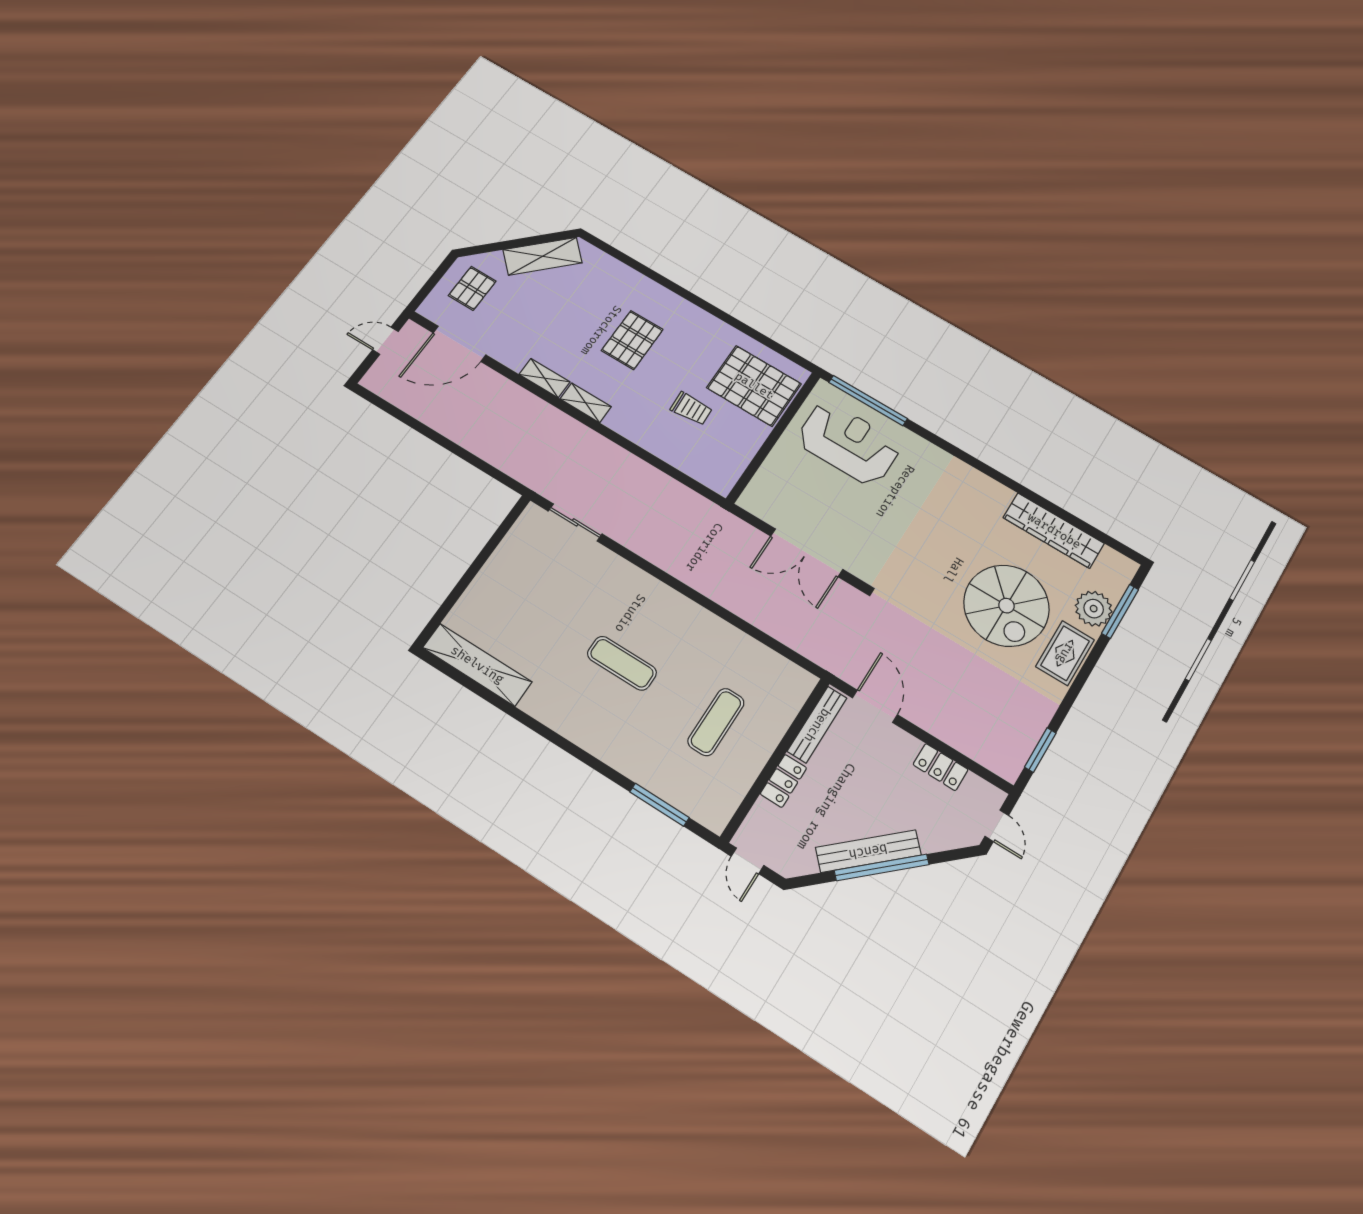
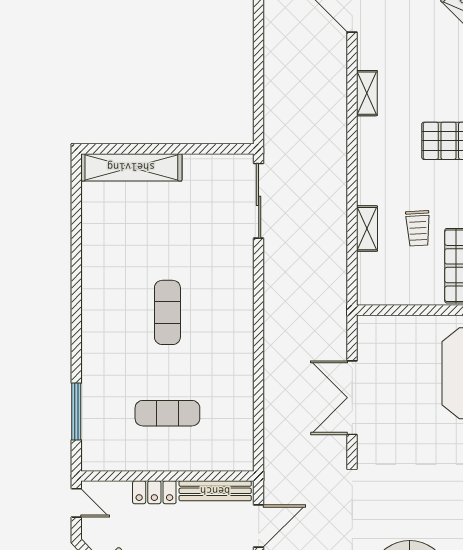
shelving: (586, 403) -> (367, 229), moved
sliding door: (575, 522) -> (259, 201), width x1.37
shelving: (477, 665) -> (131, 167), moved, turned 90
door: (748, 861) -> (76, 503), swing flipped

